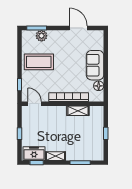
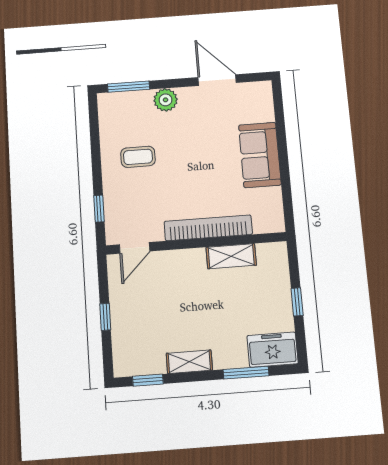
plant: (42, 36) -> (166, 100), moved
coffee table: (39, 62) -> (138, 157), width x0.54, depth x0.58
floor lamp: (99, 86) -> (272, 198), removed
door: (35, 104) -> (135, 248), swing flipped
freezer: (34, 154) -> (273, 350), moved

